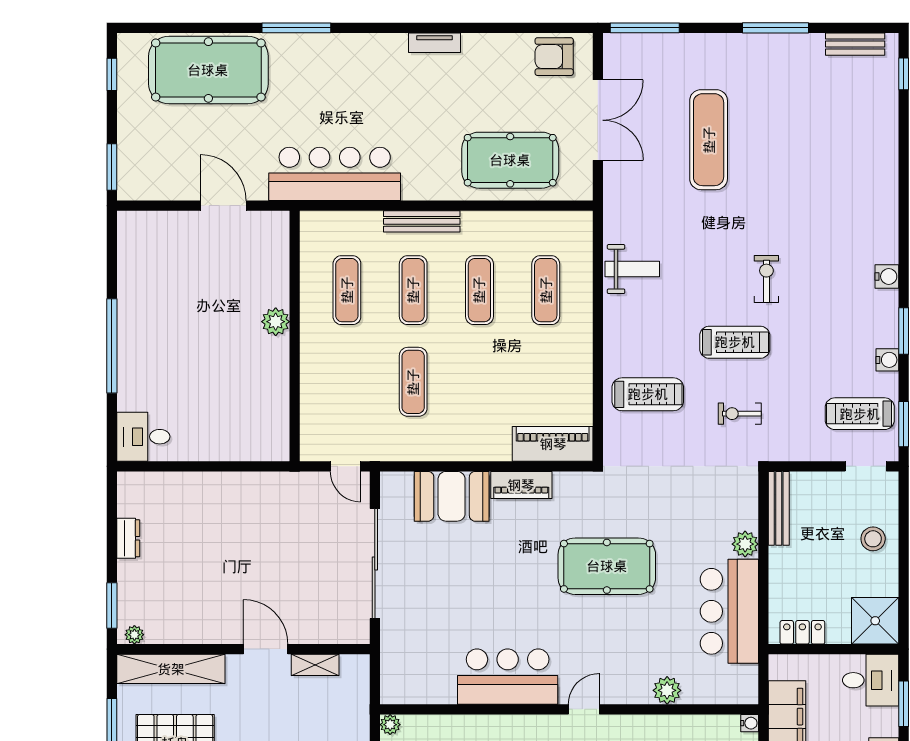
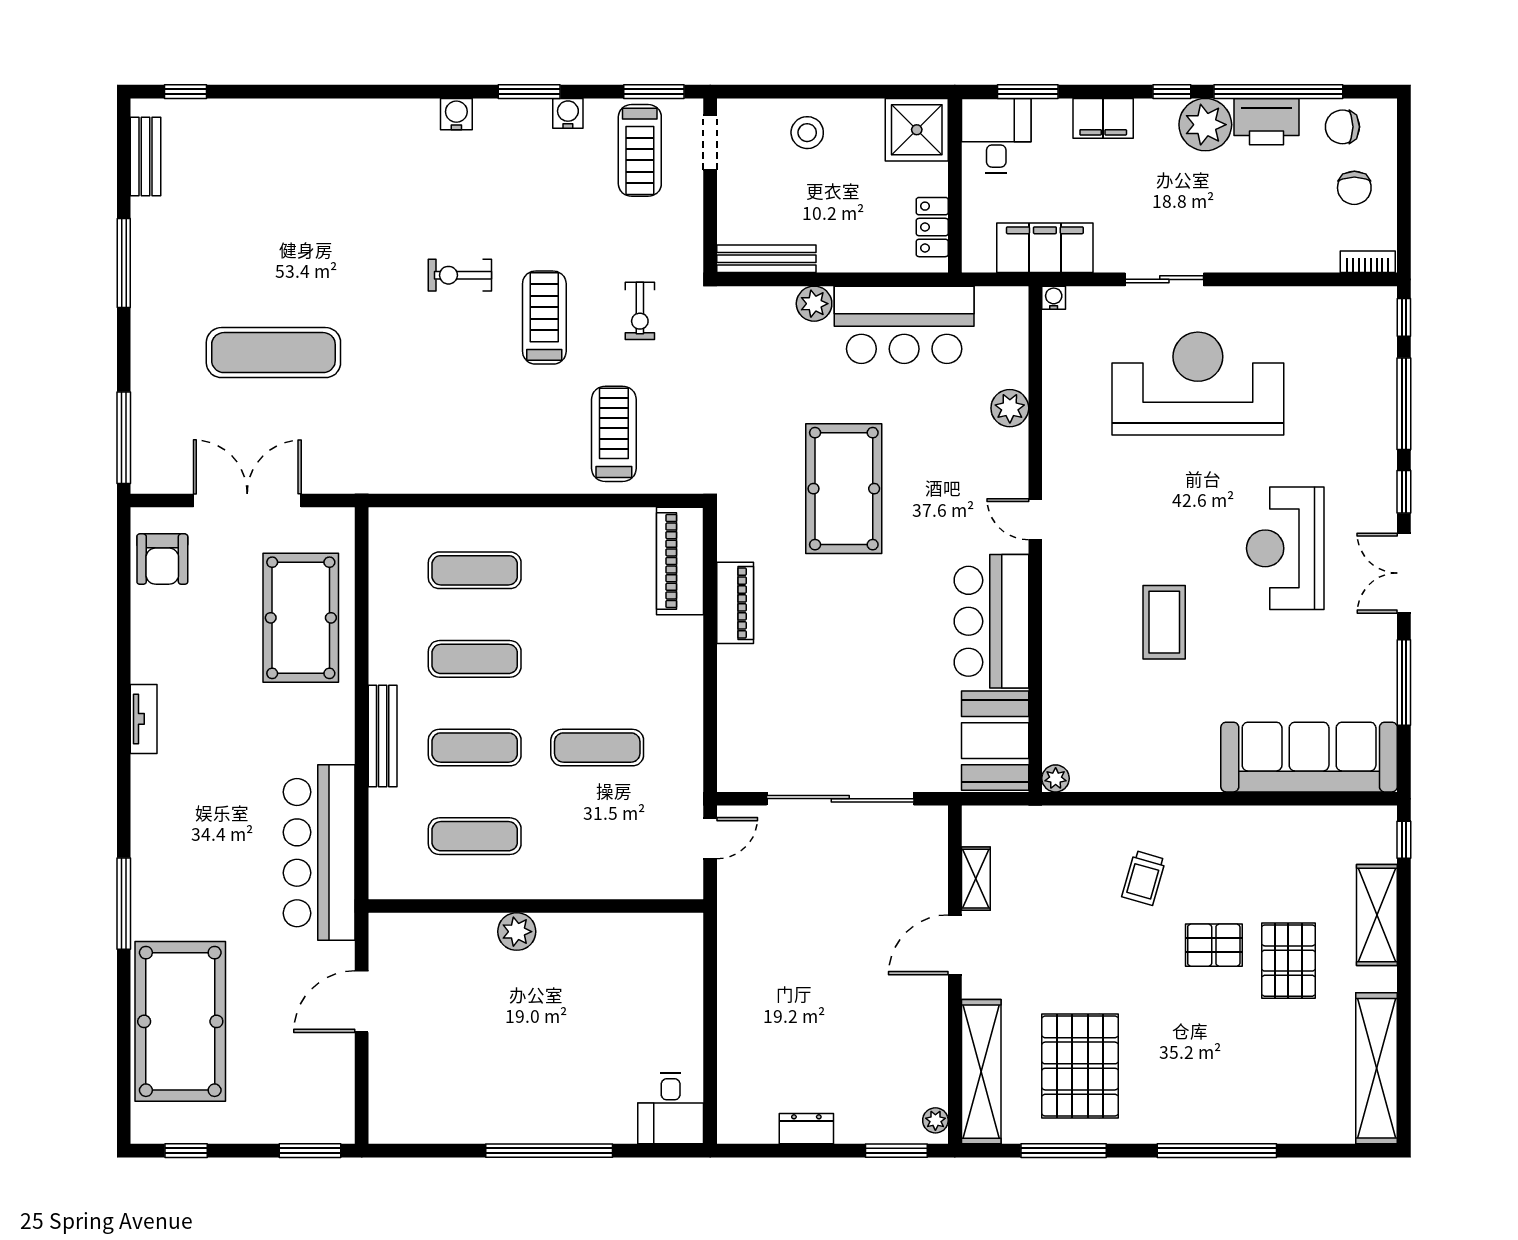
weight bench: (632, 269) -> (446, 455), removed
booth: (452, 496) -> (995, 741), moved

